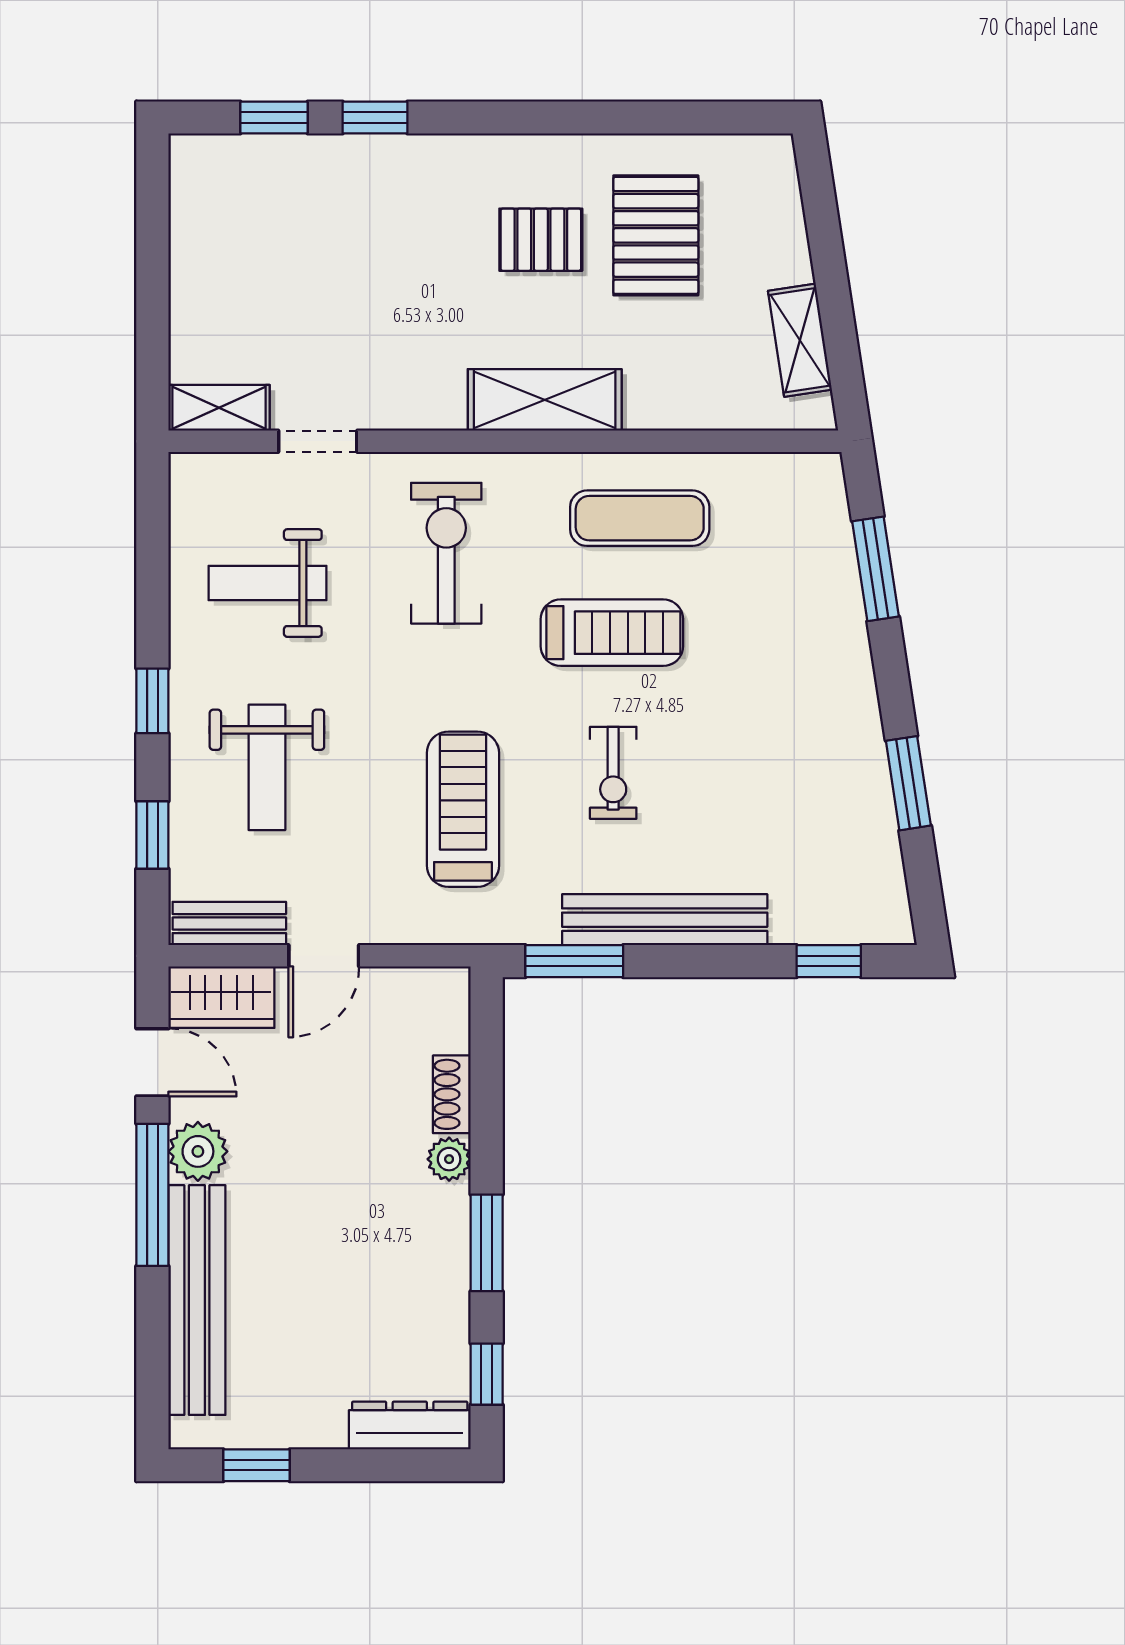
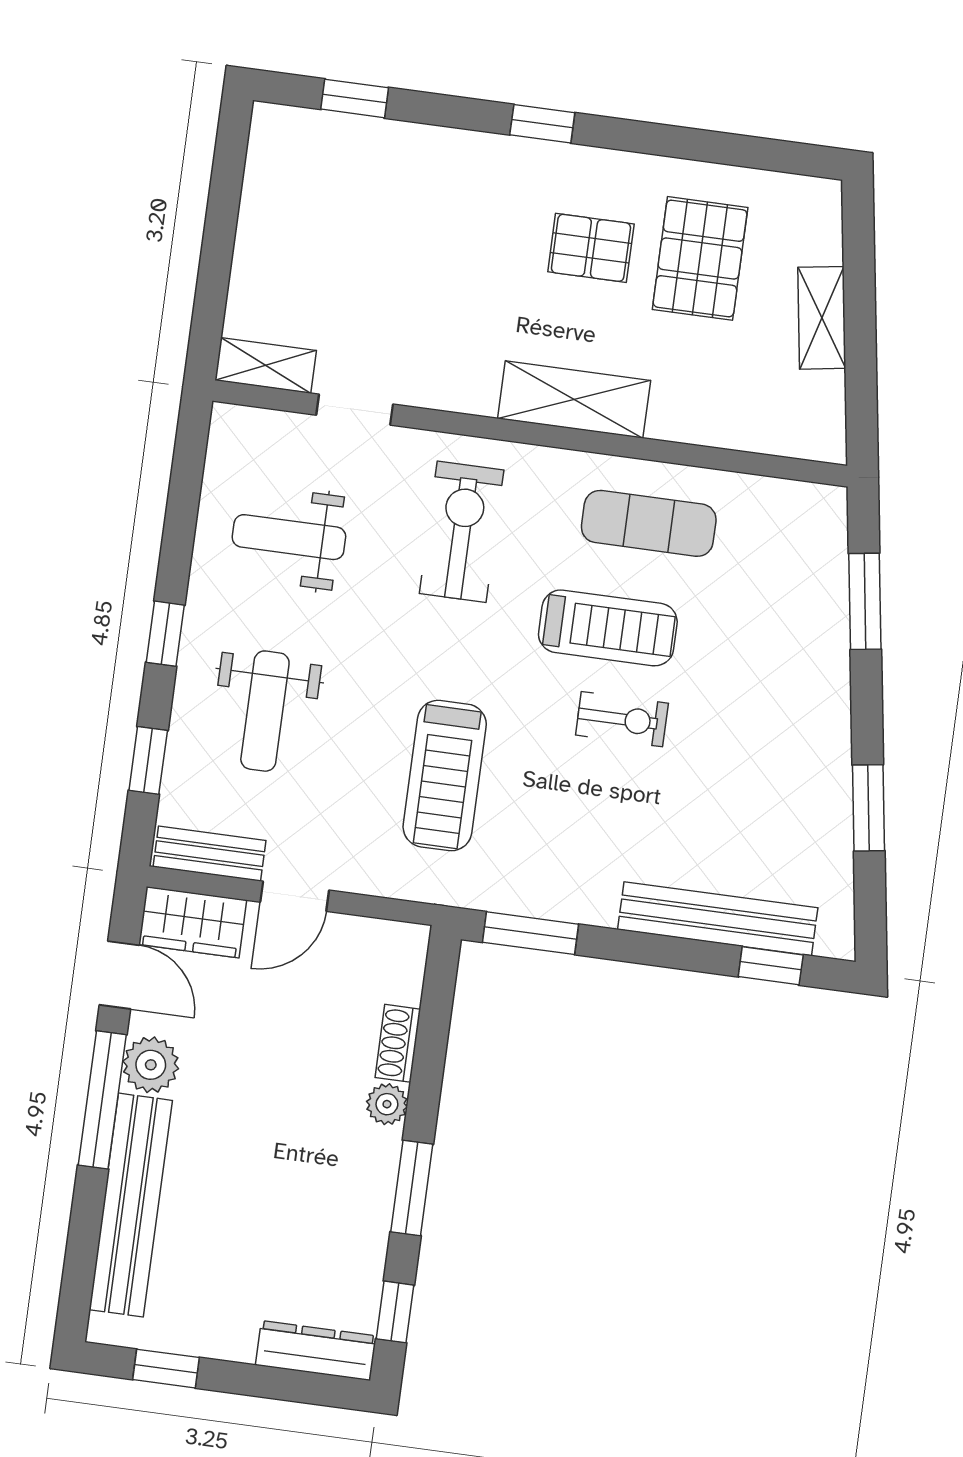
window: (375, 118) -> (542, 124), moved
shelving: (800, 340) -> (822, 318), moved
exercise bike: (613, 773) -> (622, 719), moved, turned -90
treadmill: (463, 809) -> (445, 776), turned 180
bench: (665, 920) -> (718, 919), moved

